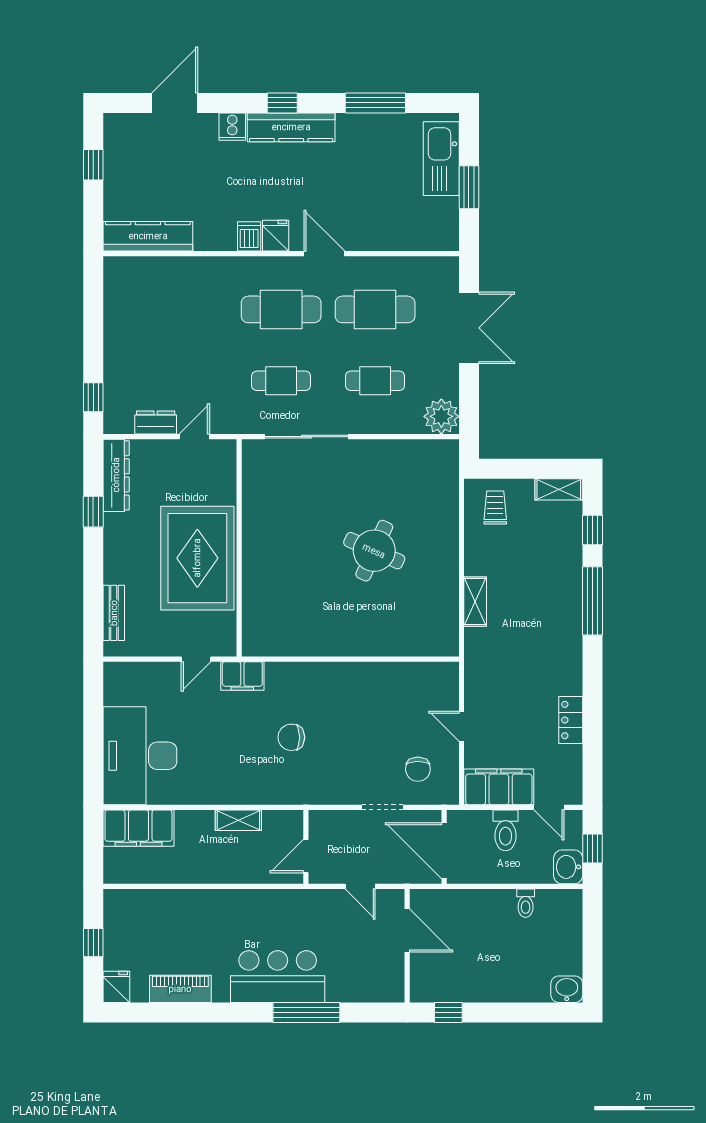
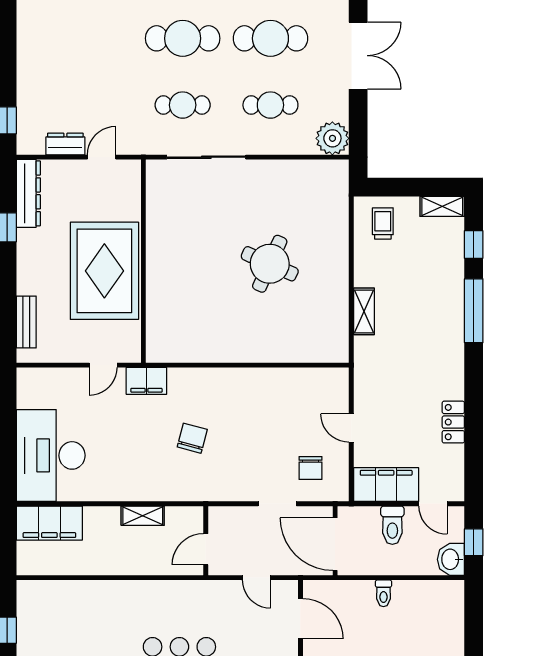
chair: (291, 737) -> (192, 438), turned 105
toilet: (526, 903) -> (383, 593), moved

